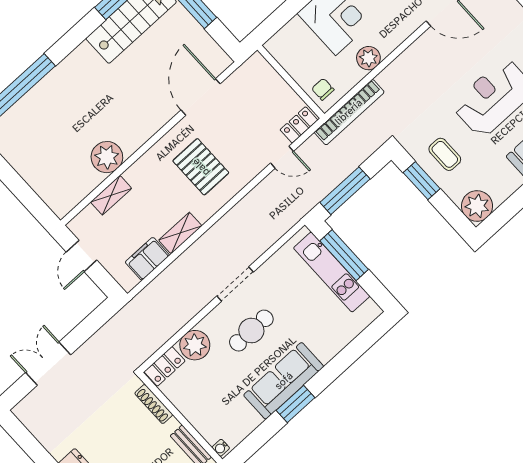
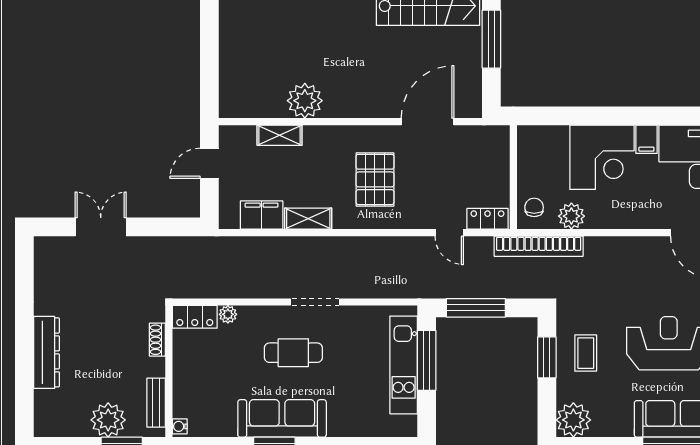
plant: (368, 58) -> (571, 216), moved
plant: (195, 345) -> (228, 314), width x0.53, depth x0.53
shoe rack: (154, 404) -> (157, 340), width x0.70

